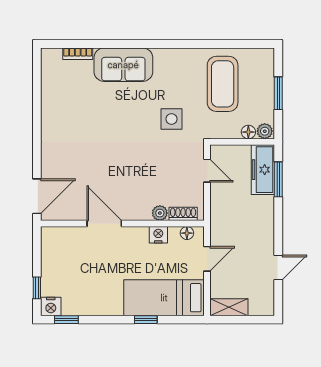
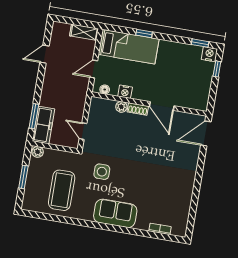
sofa: (123, 65) -> (115, 213), moved
floor lamp: (248, 132) -> (49, 153), removed
shoe rack: (183, 214) -> (138, 109), moved

